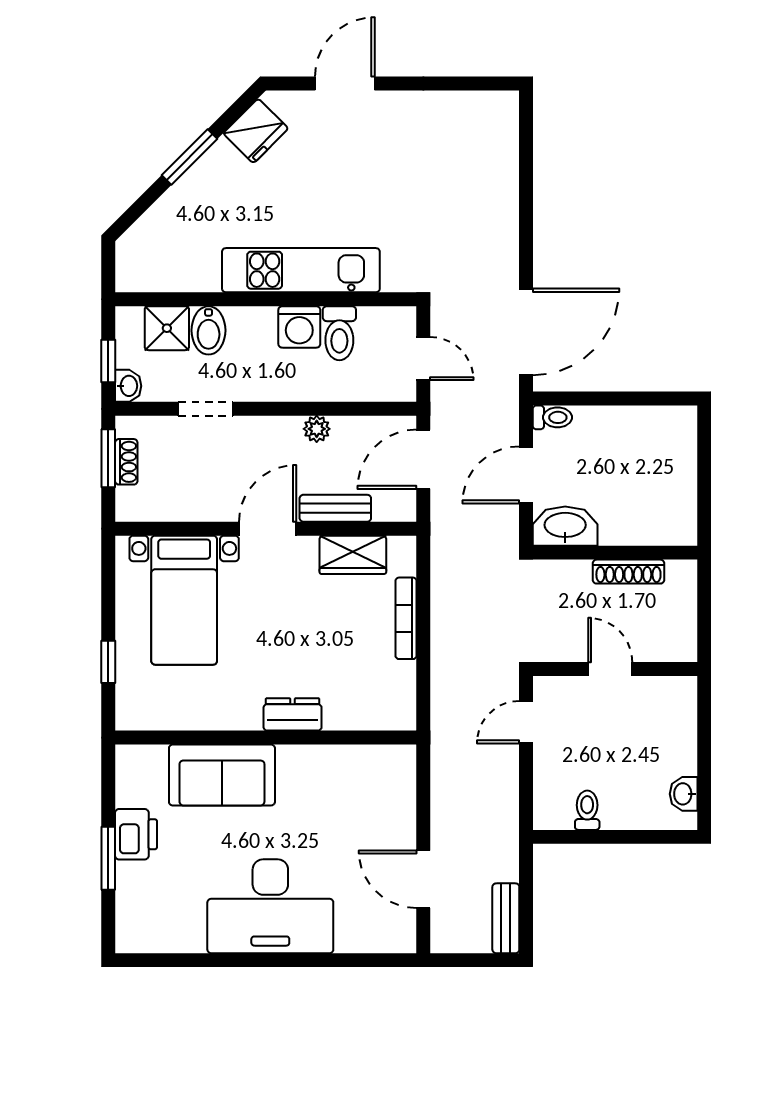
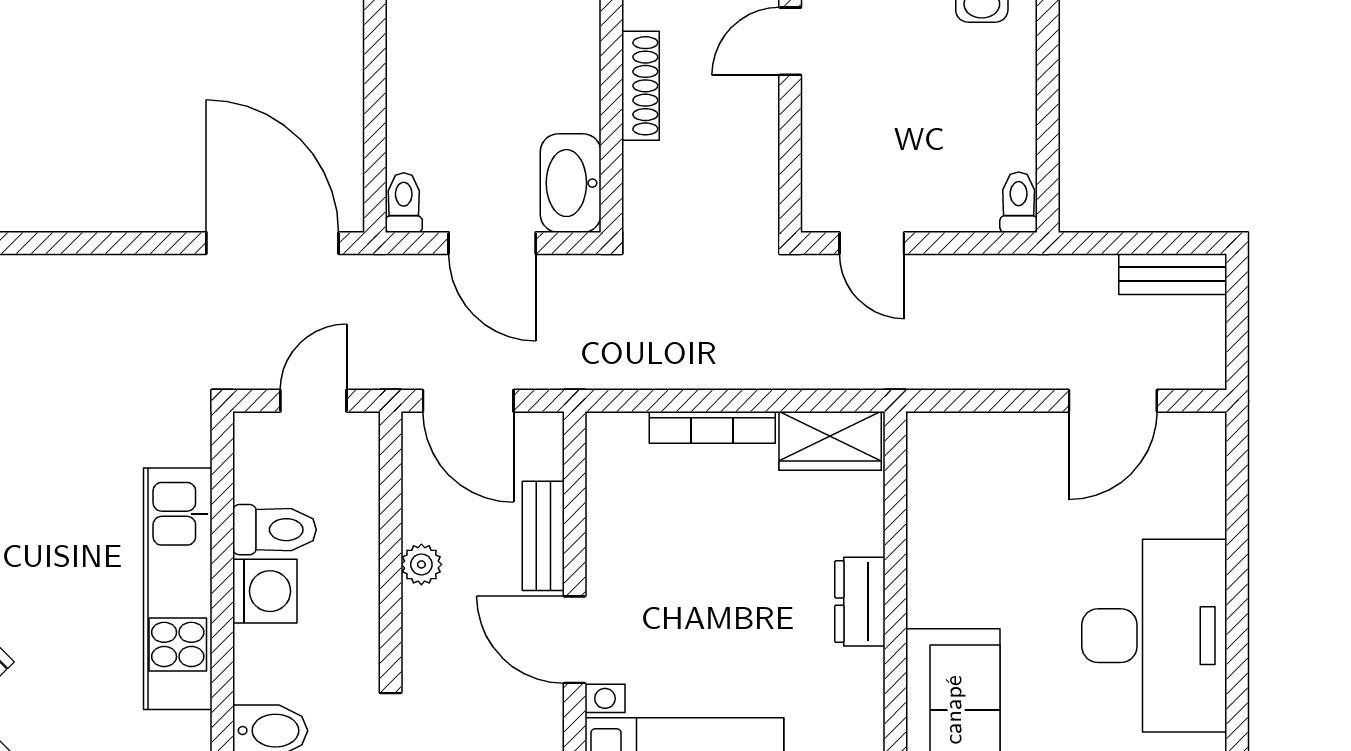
wardrobe: (353, 555) -> (830, 441), moved, turned 90
door: (610, 669) -> (790, 41), moved
toilet: (587, 810) -> (1019, 202), moved, turned 90

